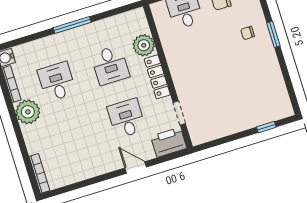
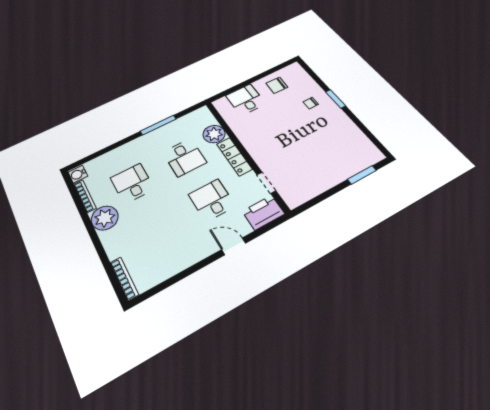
window: (72, 25) -> (158, 125), moved
window: (266, 127) -> (362, 175), width x1.50

